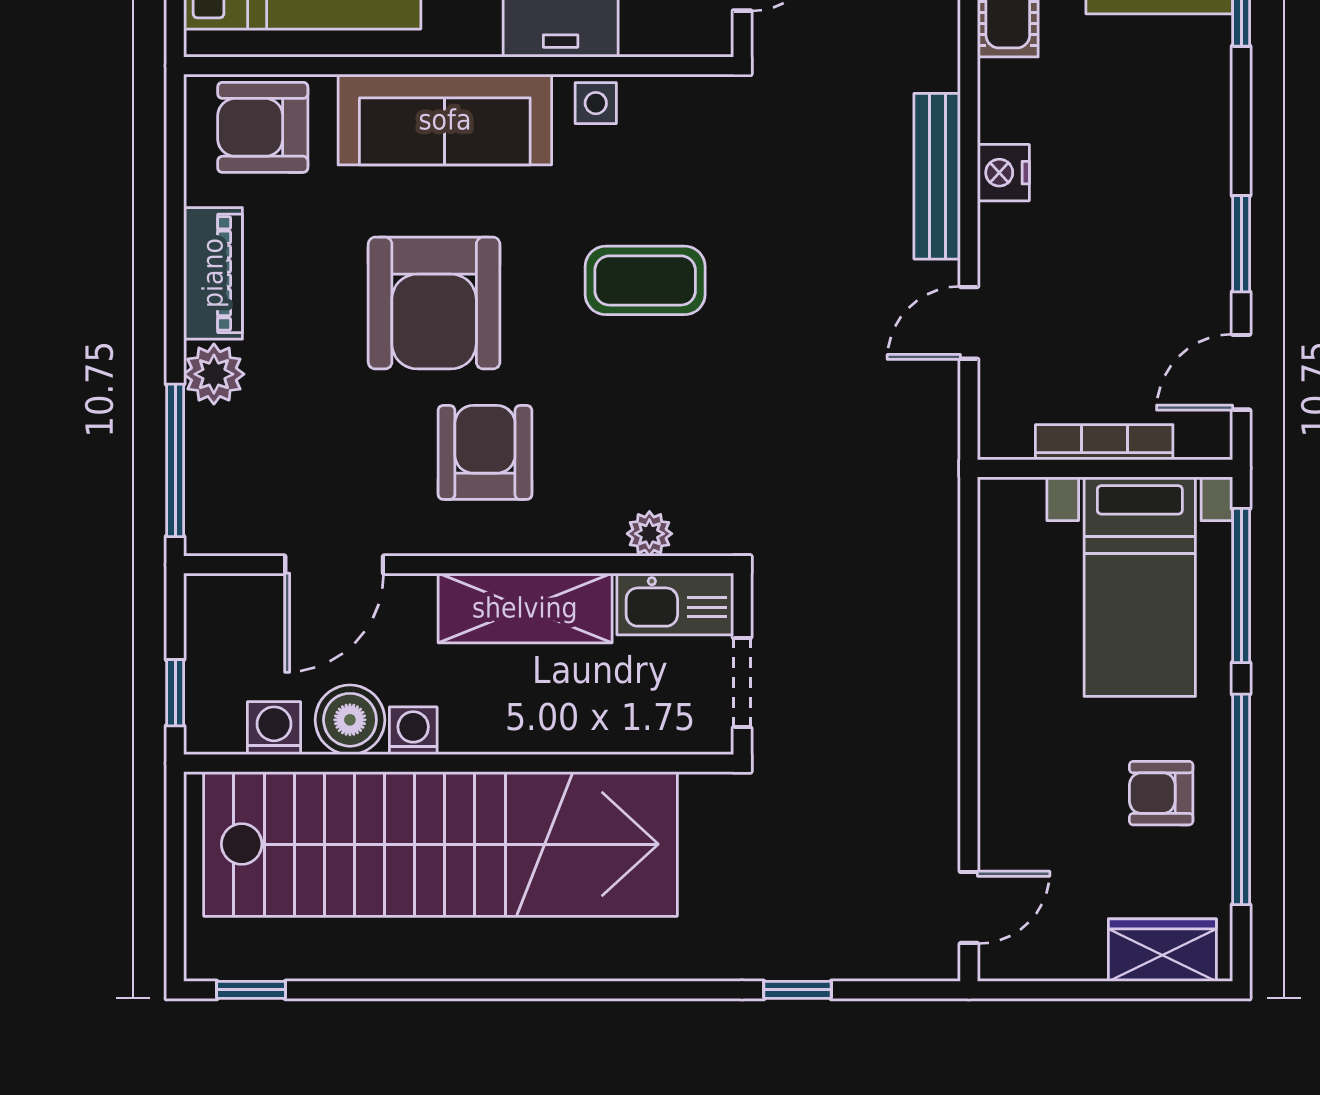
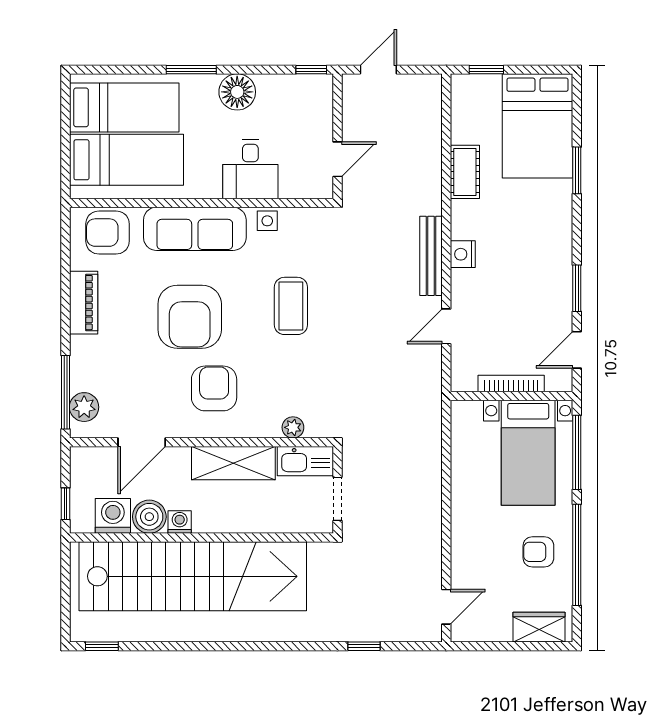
coffee table: (645, 280) -> (291, 306), turned 90
plant: (214, 374) -> (84, 407), moved
washing machine: (274, 728) -> (113, 516), width x1.38, depth x1.38

